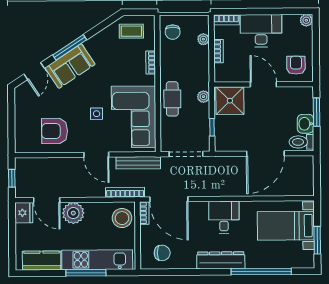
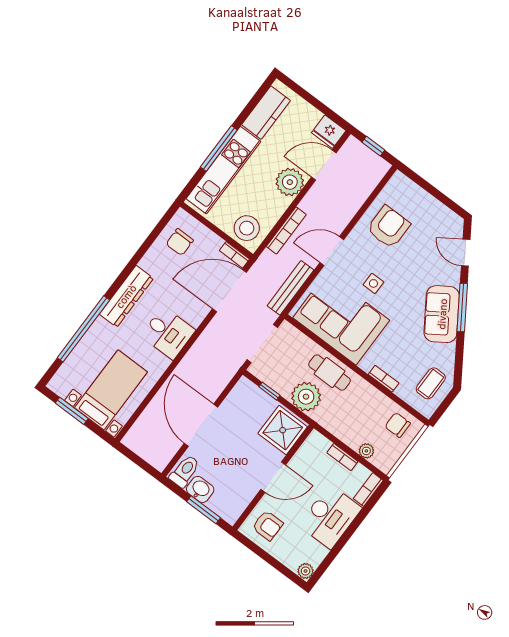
sofa: (70, 66) -> (442, 314), moved
plant: (204, 97) -> (306, 397), width x1.88, depth x1.88
bookcase: (125, 192) -> (286, 230), moved

